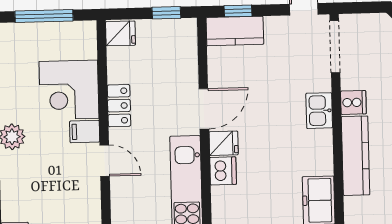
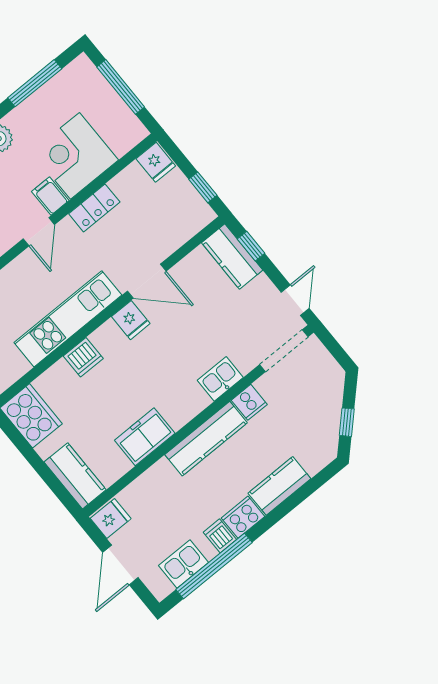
dishwasher: (223, 171) -> (83, 357), moved

